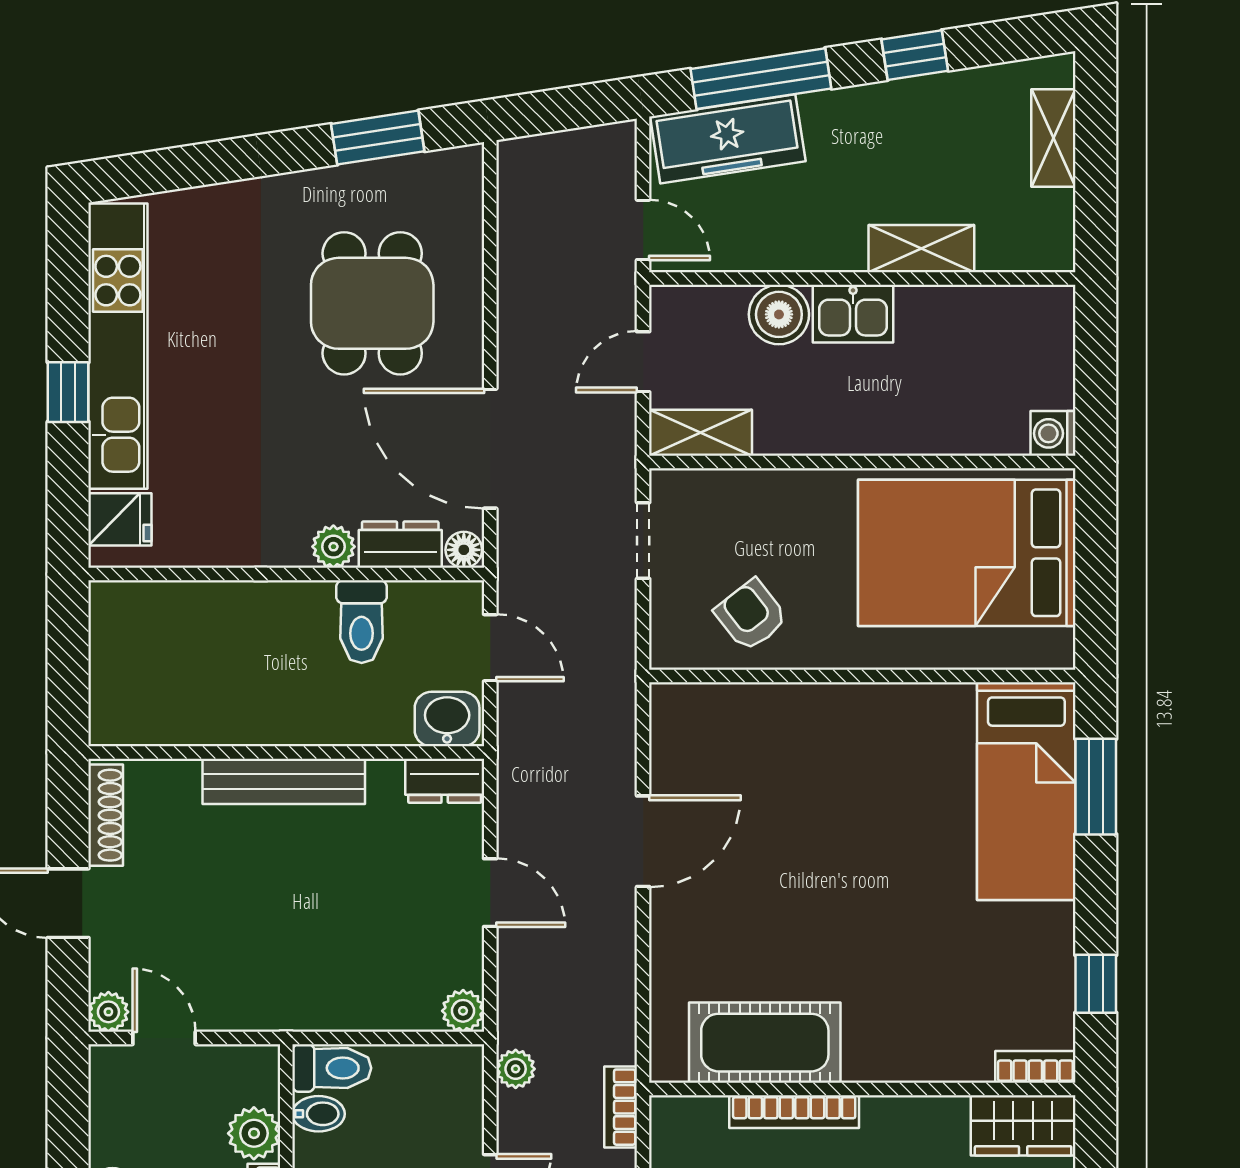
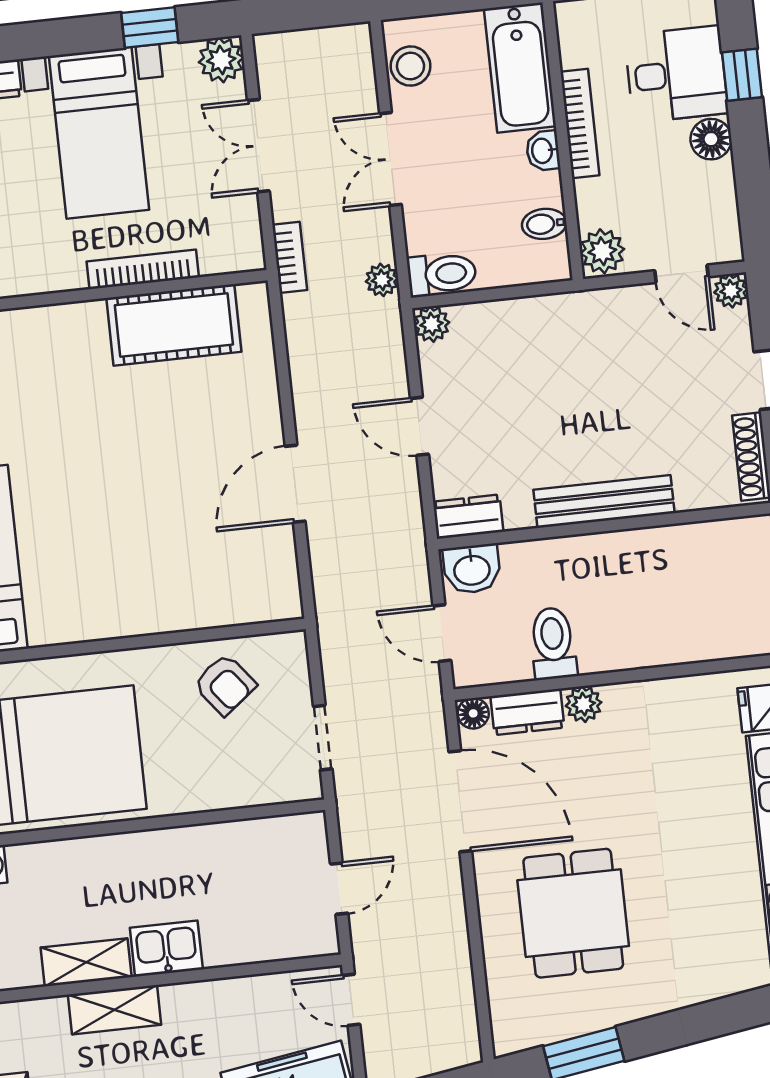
boiler: (779, 314) -> (229, 941), removed
shelving: (701, 433) -> (86, 962), moved
toilet: (332, 1068) -> (442, 274), moved, turned 180
plant: (254, 1133) -> (602, 251), moved

